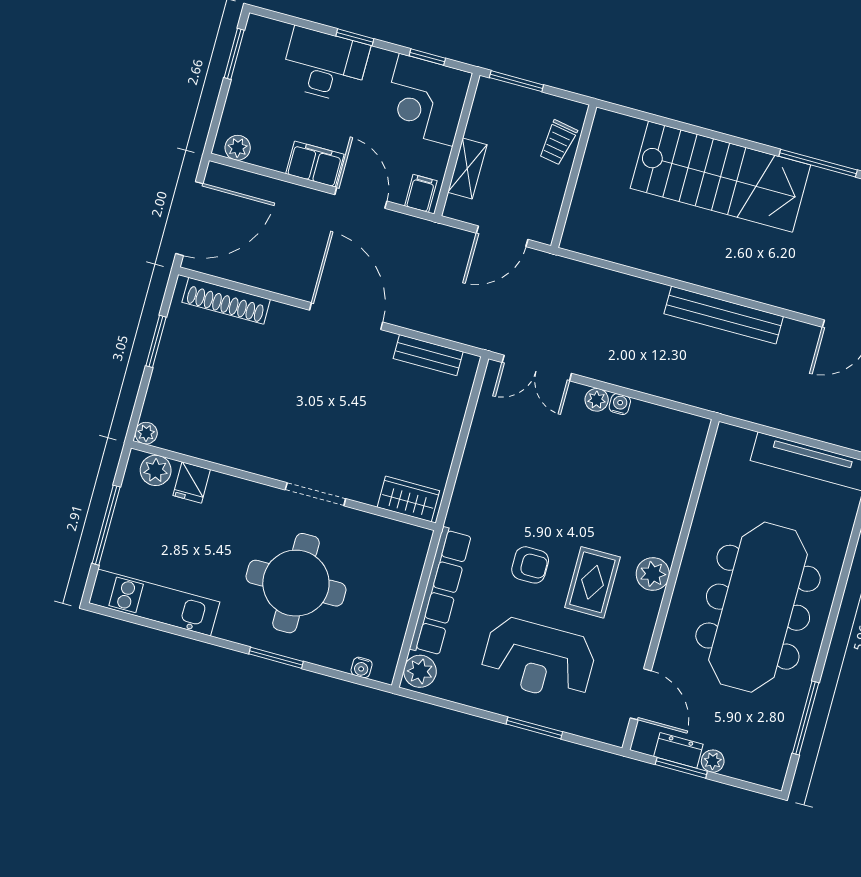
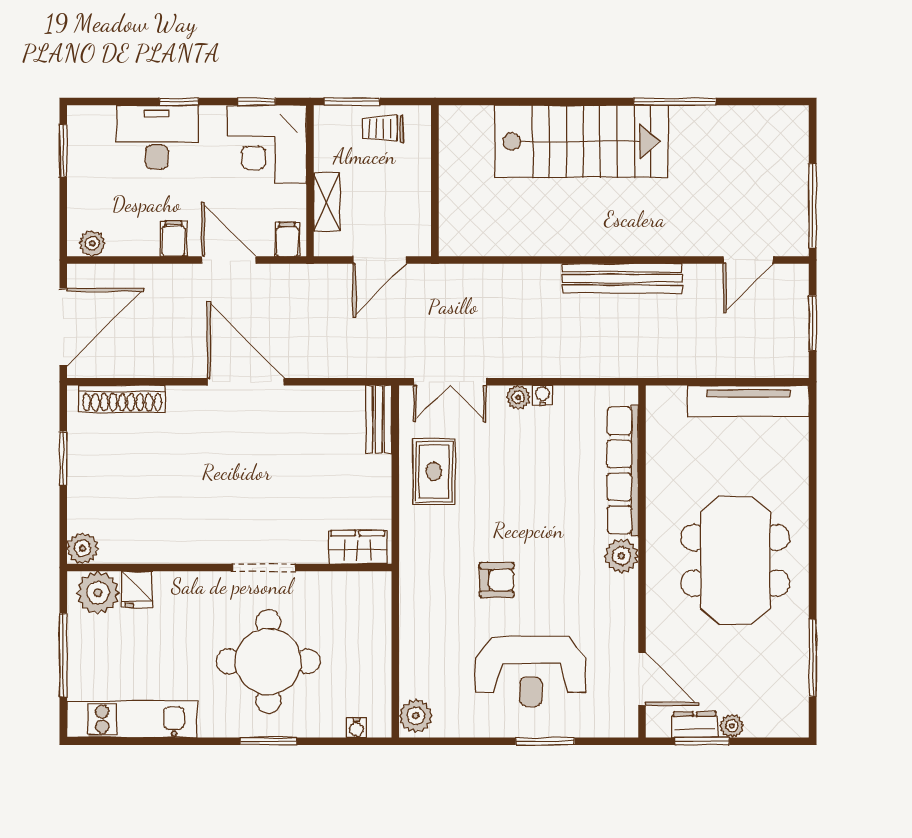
trolley: (558, 142) -> (383, 129), moved, turned 80
filing cabinet: (315, 164) -> (174, 239), width x0.50
bench: (428, 355) -> (379, 419), moved, turned 90
plant: (146, 433) -> (82, 548), width x1.38, depth x1.38
plant: (156, 470) -> (98, 593), width x1.36, depth x1.36
rug: (592, 582) -> (434, 471), moved
row of seats: (440, 592) -> (623, 470), moved, turned 180
meeting table: (758, 607) -> (735, 560), width x0.73

